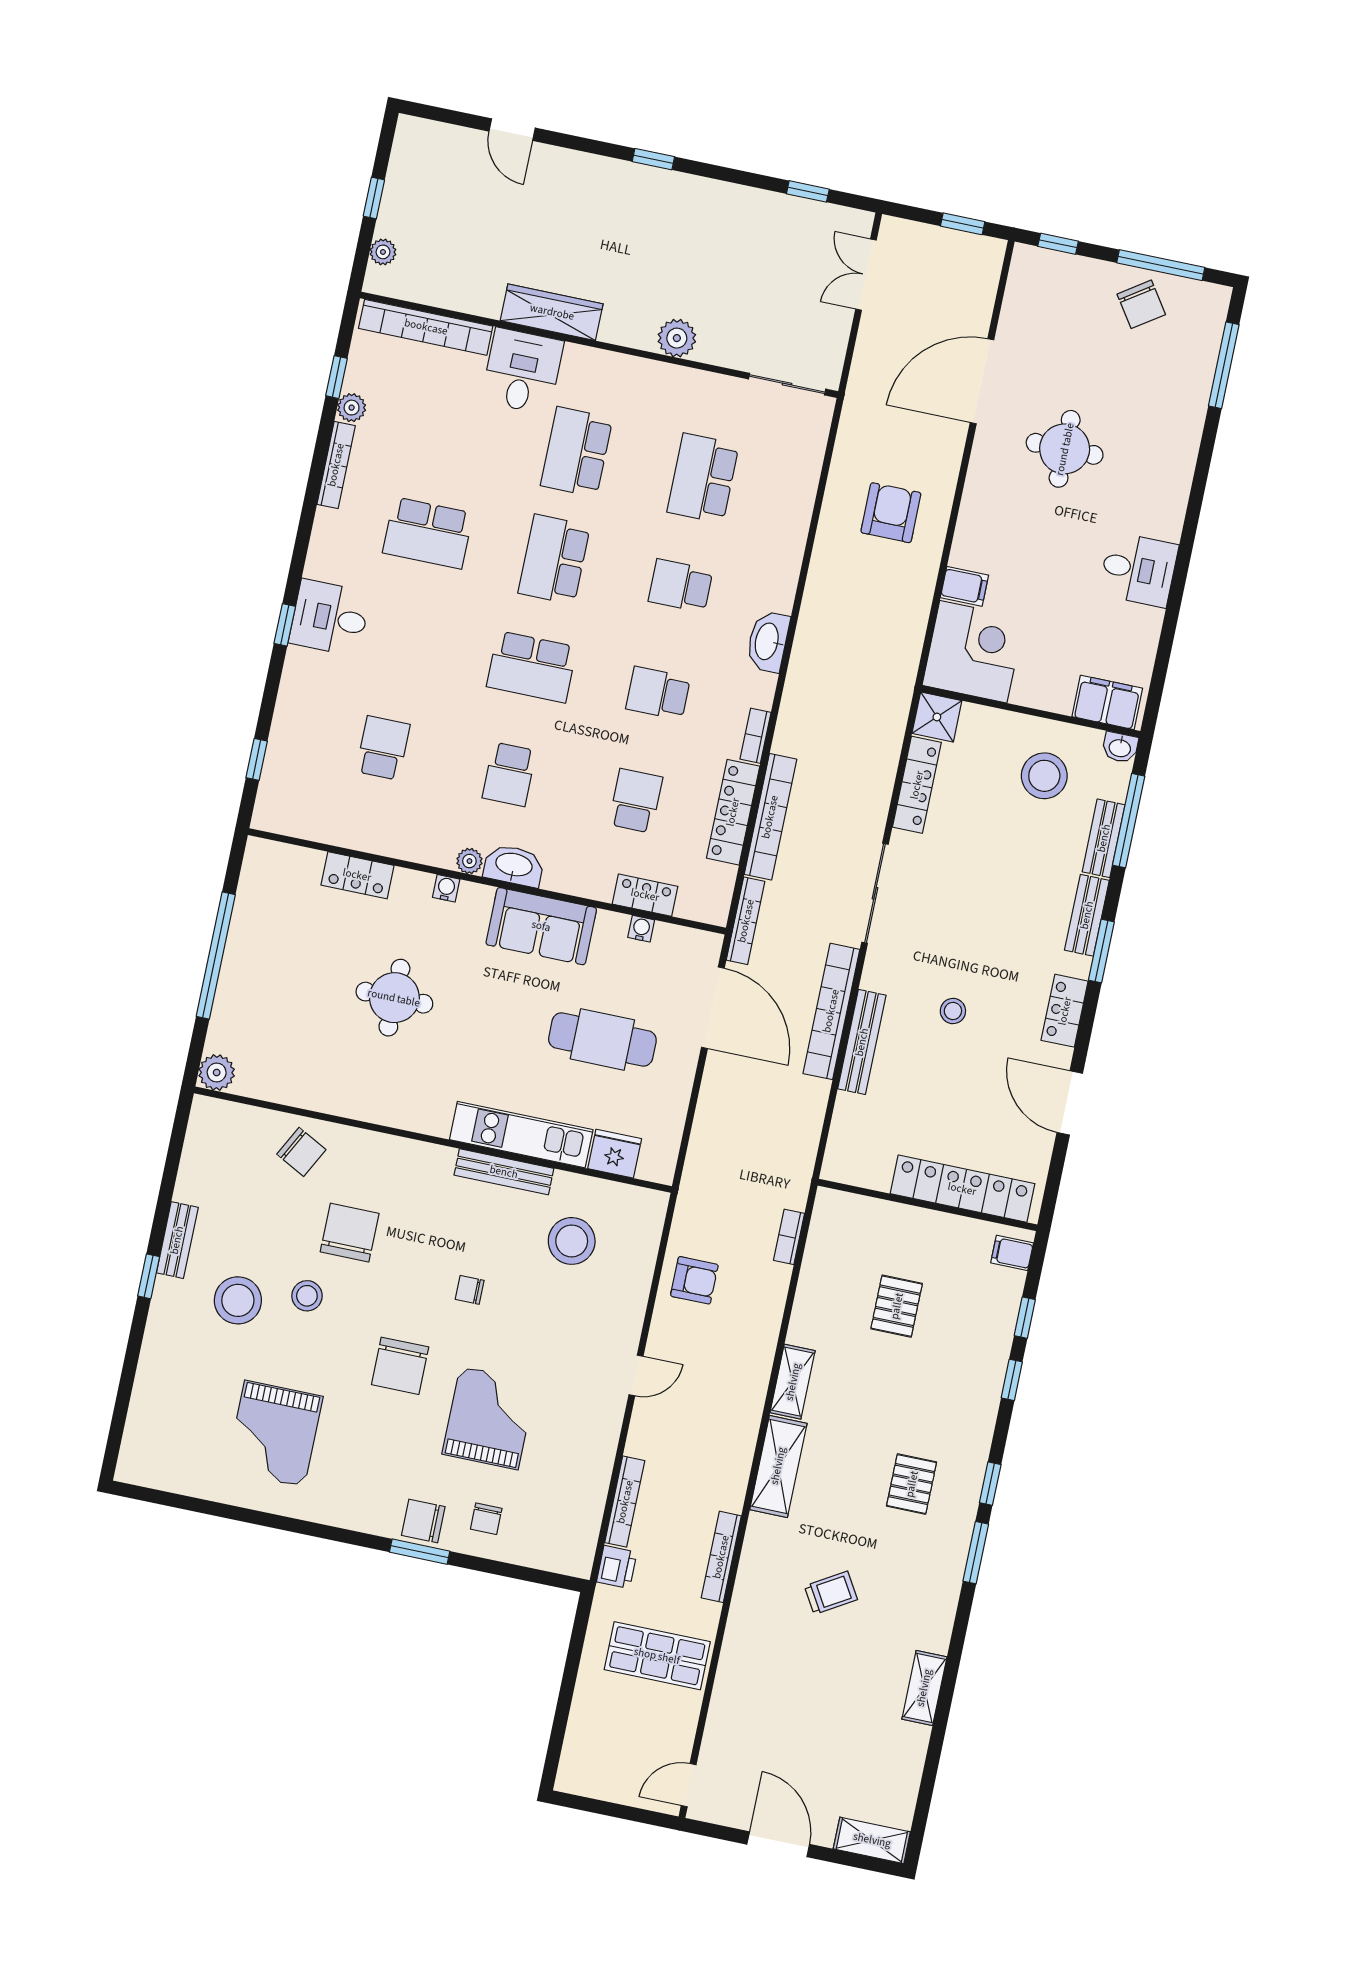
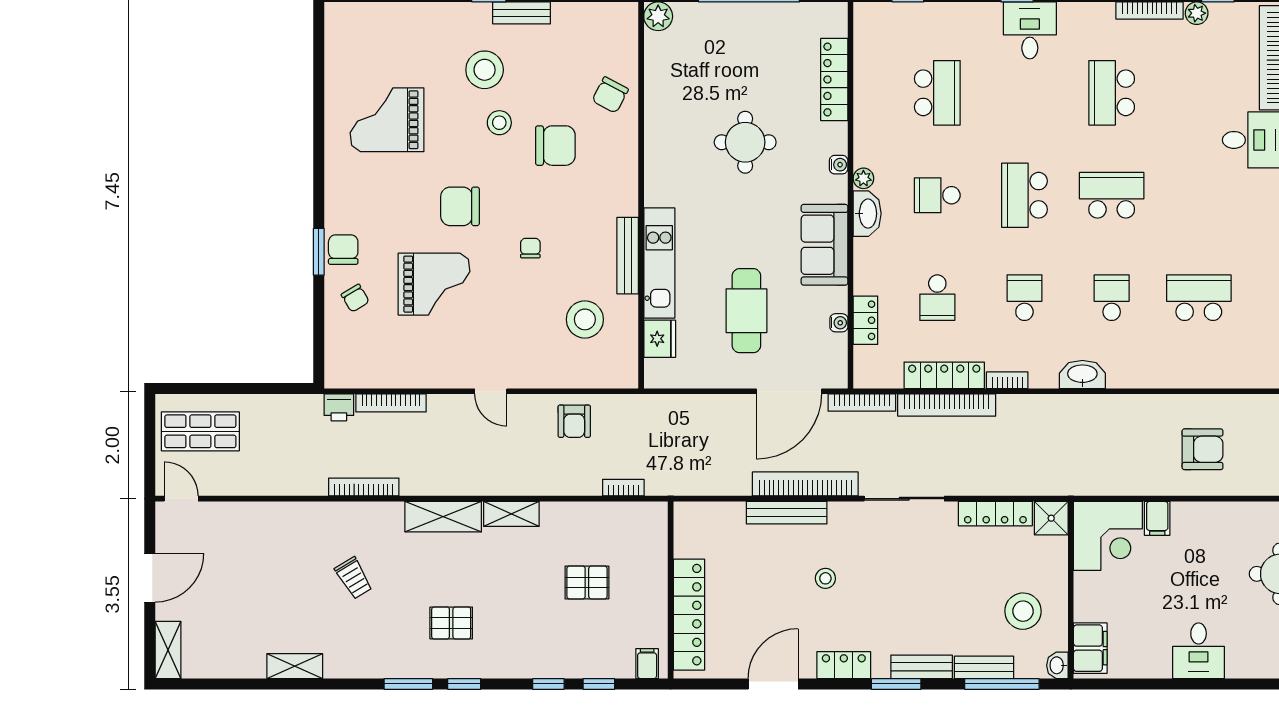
school desk: (577, 452) -> (1199, 195), removed
school desk: (383, 748) -> (937, 93), width x1.85
school desk: (636, 801) -> (937, 298), turned 90
locker: (357, 875) -> (834, 79), width x1.53
chair: (486, 1519) -> (355, 298), turned -121
shop shelf: (657, 1656) -> (200, 431), moved, turned 90

